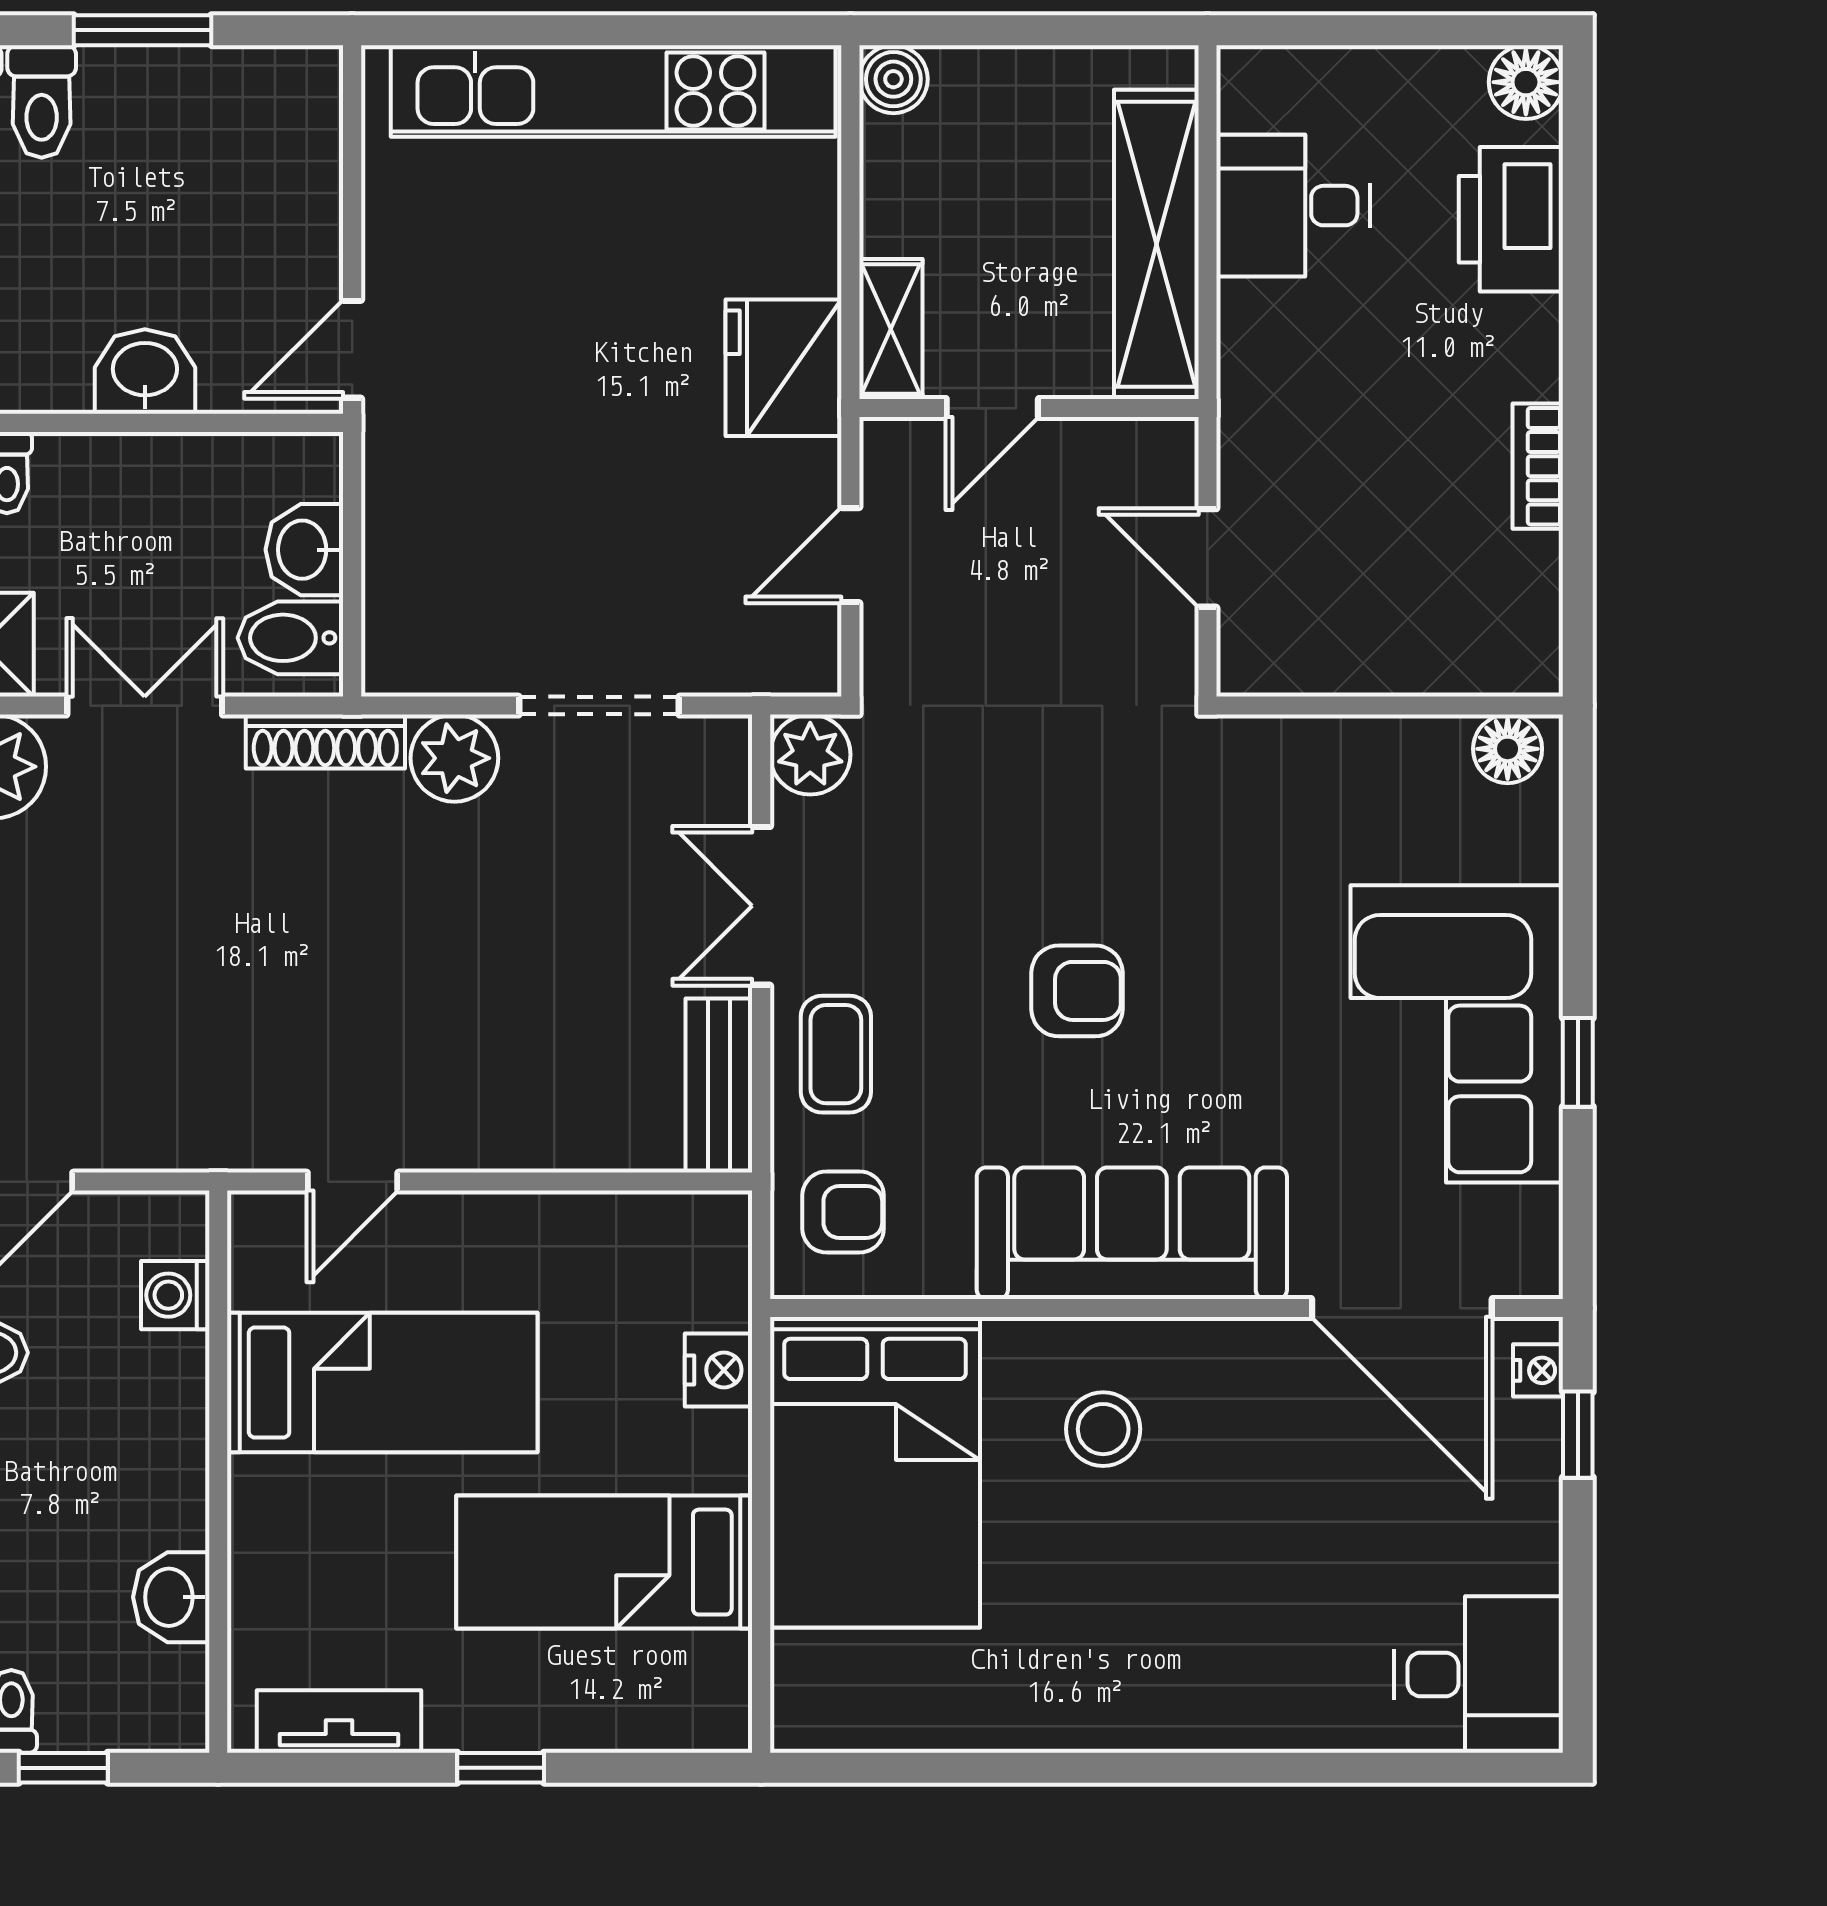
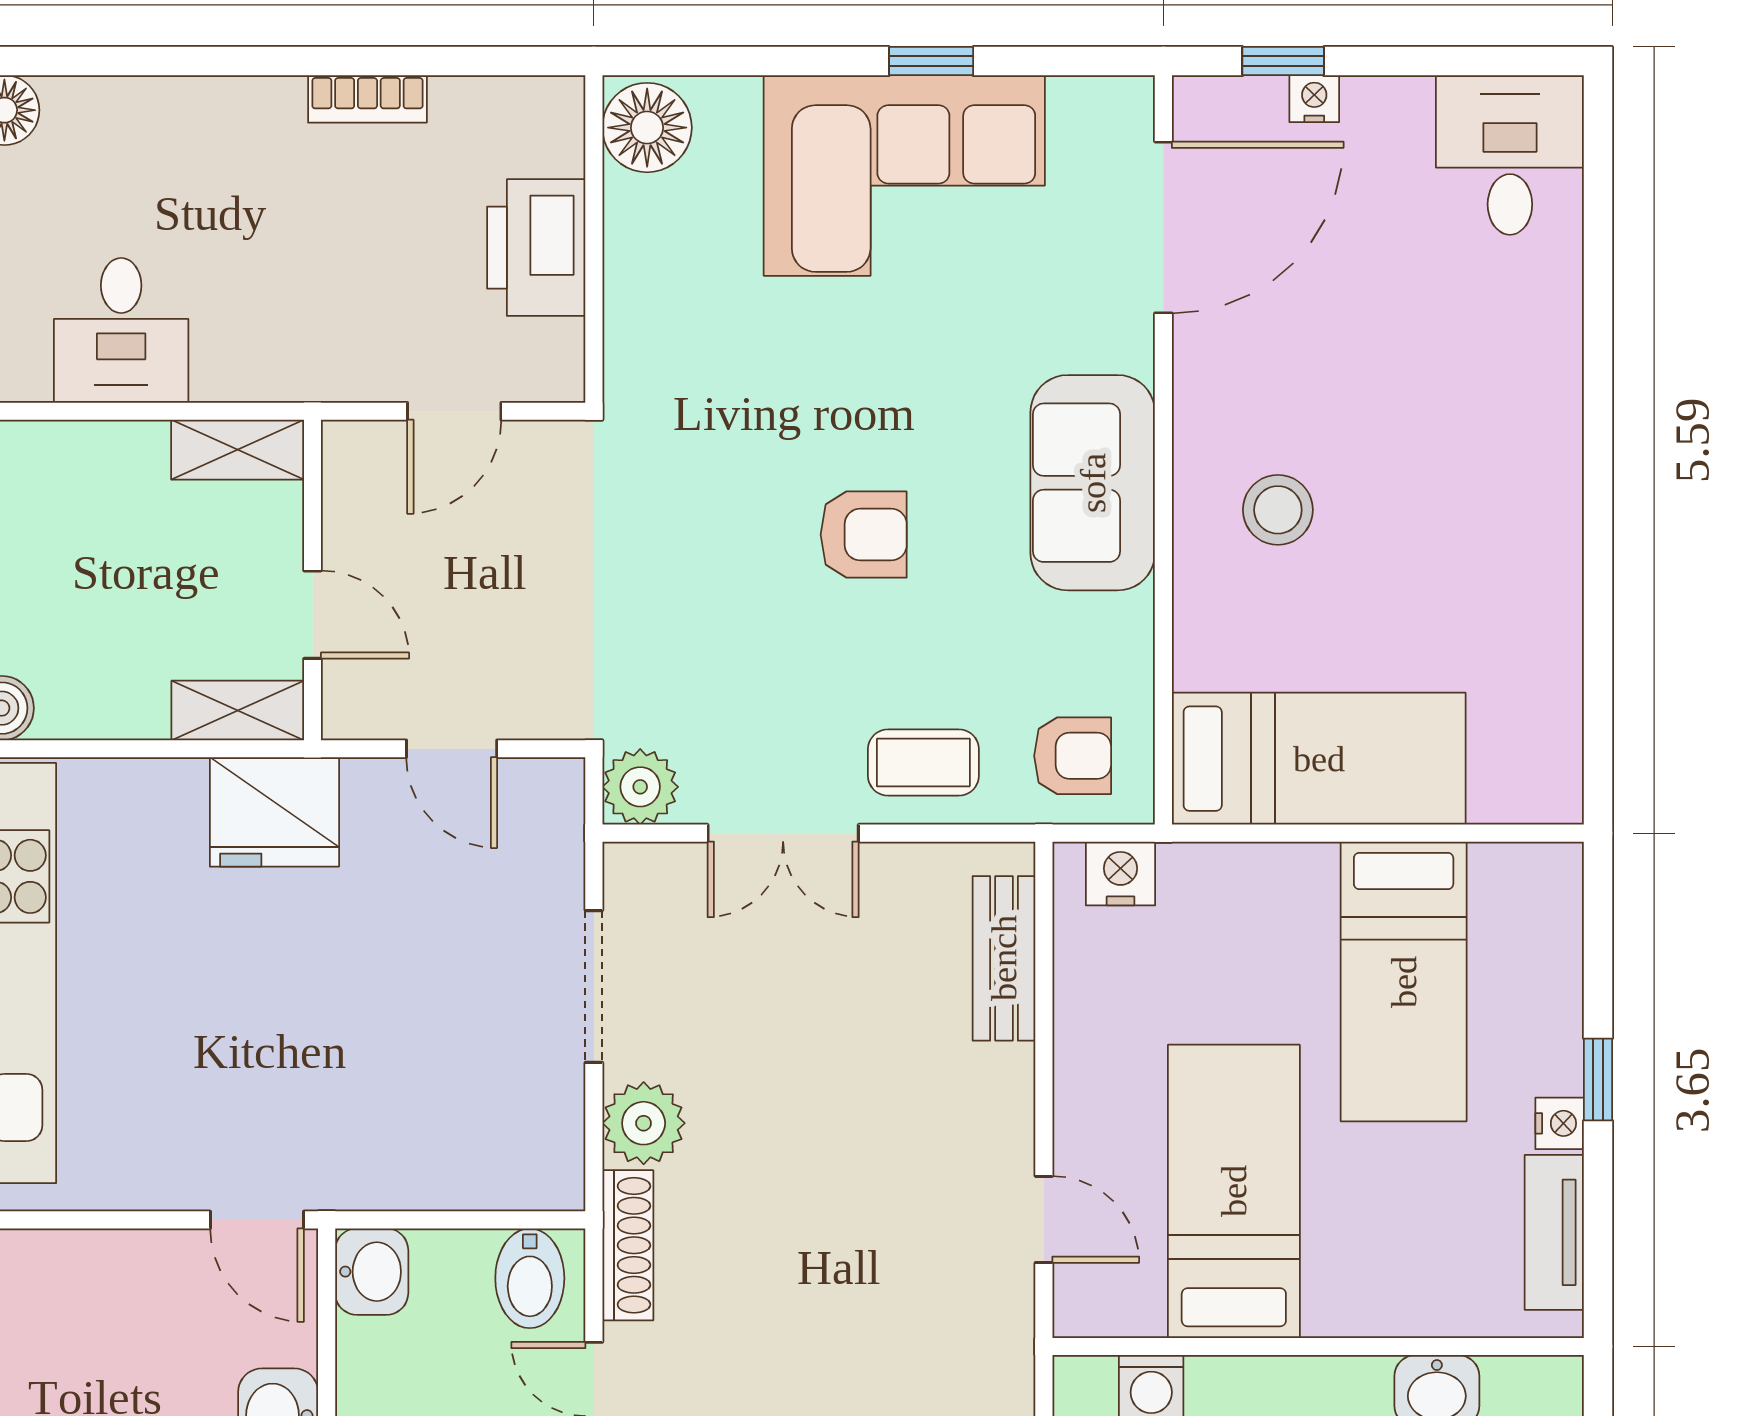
printer: (1511, 219) -> (536, 248), moved, turned 90
shelving: (1156, 244) -> (238, 450), width x0.45, depth x0.75
washbasin: (304, 550) -> (372, 1272), moved, turned -90
floor lamp: (1508, 749) -> (647, 128), width x1.38, depth x1.38
armchair: (1077, 991) -> (864, 535), turned 90
bench: (719, 1086) -> (1004, 958), moved, turned 90
armchair: (843, 1212) -> (1073, 756), turned 90
sofa: (1132, 1233) -> (1093, 483), width x0.73
nightstand: (718, 1370) -> (1120, 874), moved
nightstand: (1538, 1370) -> (1314, 99), moved
bed: (875, 1472) -> (1319, 759), width x0.67
nightstand: (454, 1727) -> (1560, 1123), added

